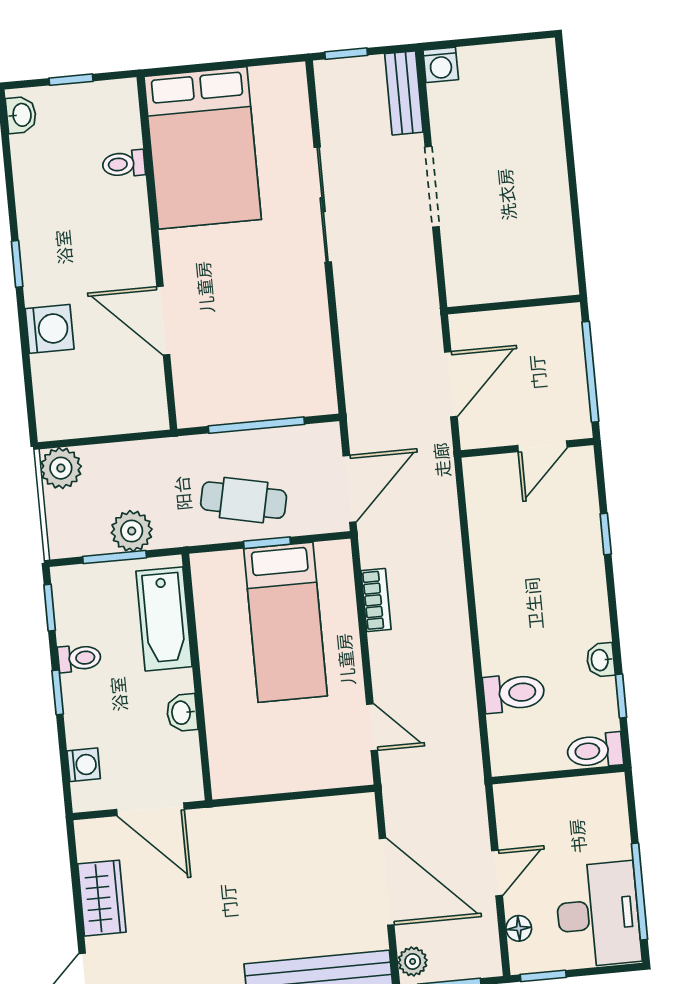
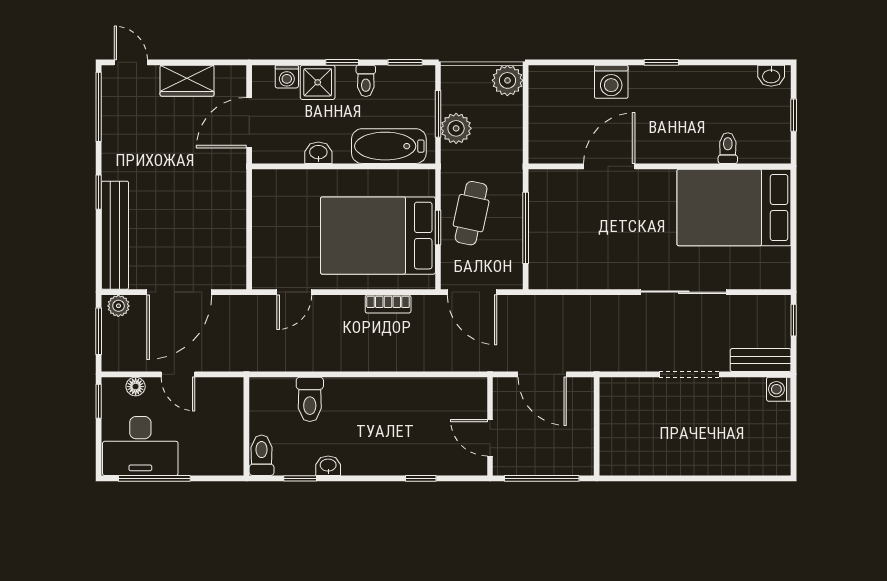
bed: (285, 622) -> (378, 236), width x1.50
shower: (87, 723) -> (318, 82), added

